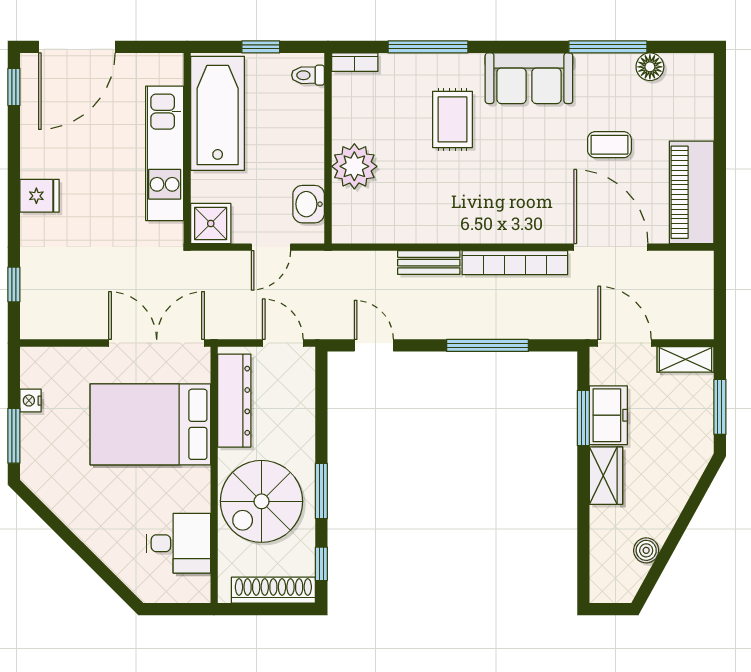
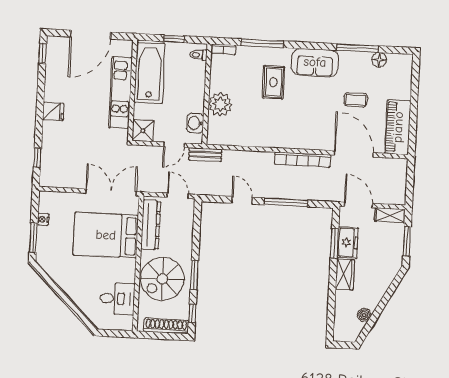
door: (77, 47) -> (91, 35), moved
bench: (429, 263) -> (205, 155), moved
door: (374, 345) -> (242, 200), moved

